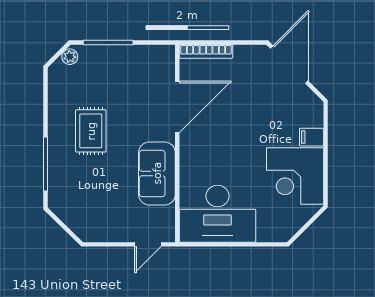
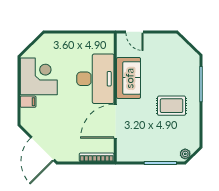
rug: (91, 131) -> (172, 106), turned 90
desk: (218, 214) -> (95, 79), moved, turned 90
door: (148, 244) -> (134, 32), swing flipped

